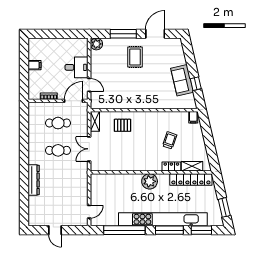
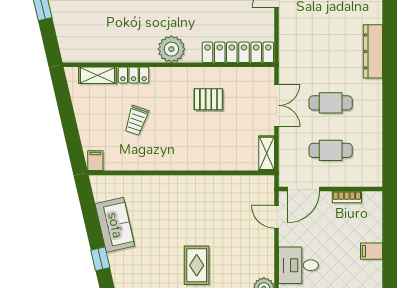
desk: (76, 67) -> (299, 265), moved
window: (196, 84) -> (100, 259), moved
pallet: (122, 125) -> (208, 99), moved
locker: (191, 179) -> (238, 52), moved

